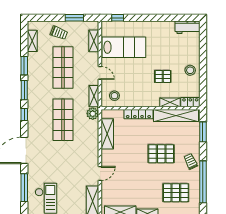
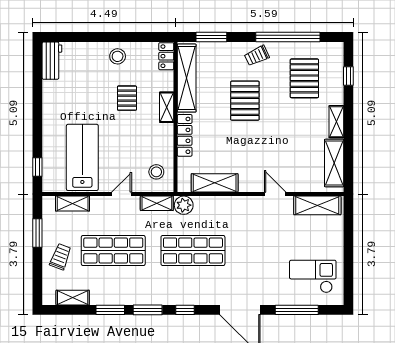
shelving: (170, 102) -> (167, 107), moved

